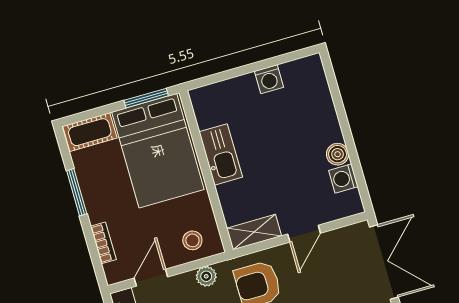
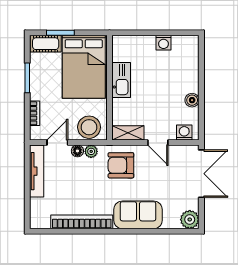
window: (146, 98) -> (60, 33), moved
washing machine: (343, 178) -> (184, 133), moved, turned 90
door: (304, 234) -> (158, 143), hinge flipped
stool: (192, 240) -> (89, 127), width x1.89, depth x1.89
floor lamp: (185, 282) -> (77, 151), added

